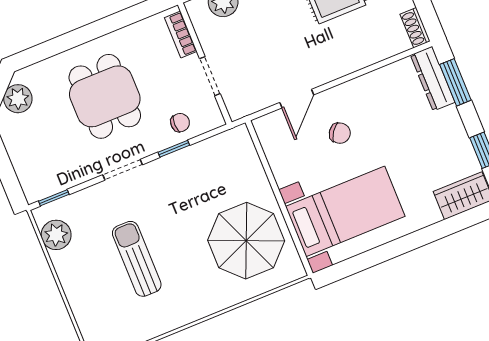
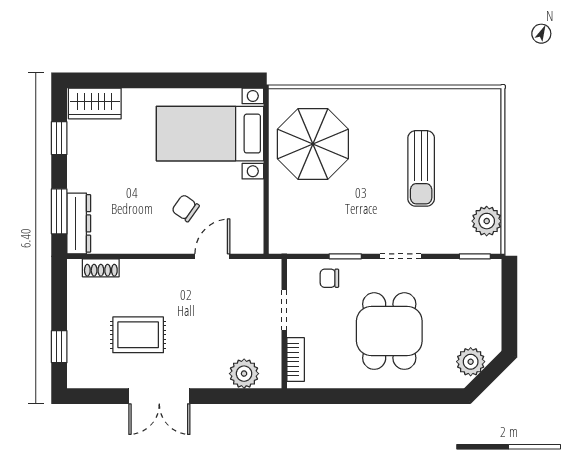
shoe rack: (415, 28) -> (101, 268), moved, turned 90

